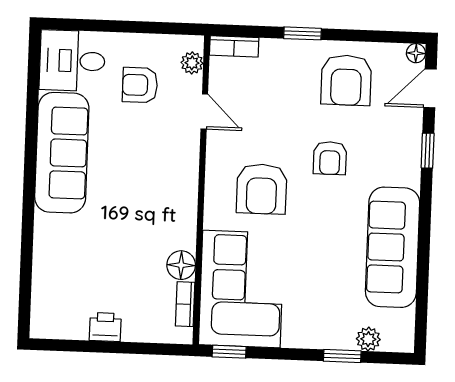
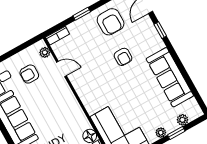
armchair: (262, 189) -> (103, 86), removed
plant: (314, 338) -> (161, 133), added

